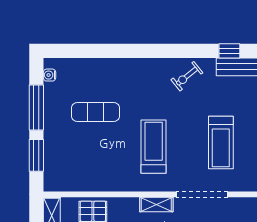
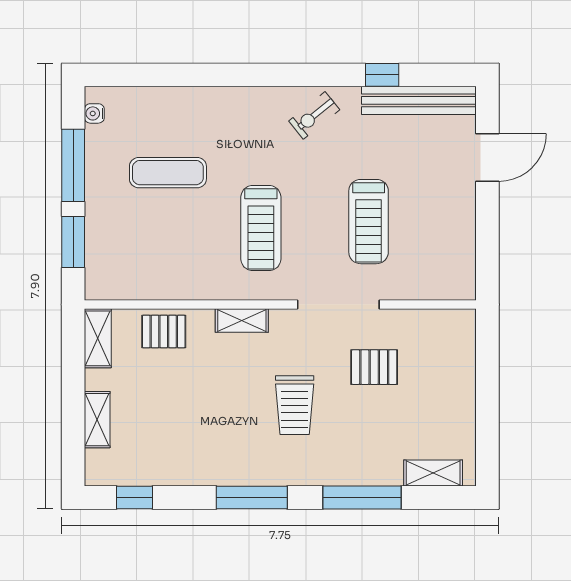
treadmill: (154, 147) -> (261, 228), turned 180
shelving: (156, 204) -> (242, 321), moved

